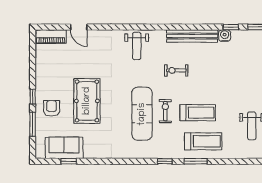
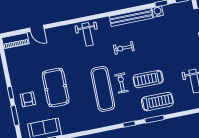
treadmill: (198, 113) -> (148, 79), turned 180

